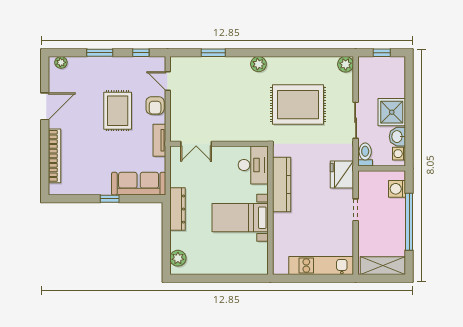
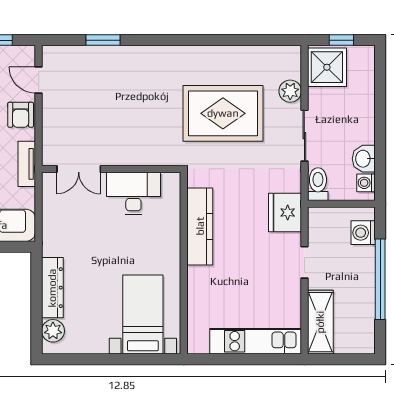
plant: (258, 64) -> (167, 56), removed
plant: (346, 64) -> (290, 91), moved
shower: (392, 112) -> (327, 67), moved
desk: (253, 165) -> (133, 193), moved, turned -90
dresser: (177, 209) -> (52, 288), moved
bed with nightstands: (240, 218) -> (143, 314), moved, turned 90
shelving: (383, 266) -> (320, 322), moved, turned 90

